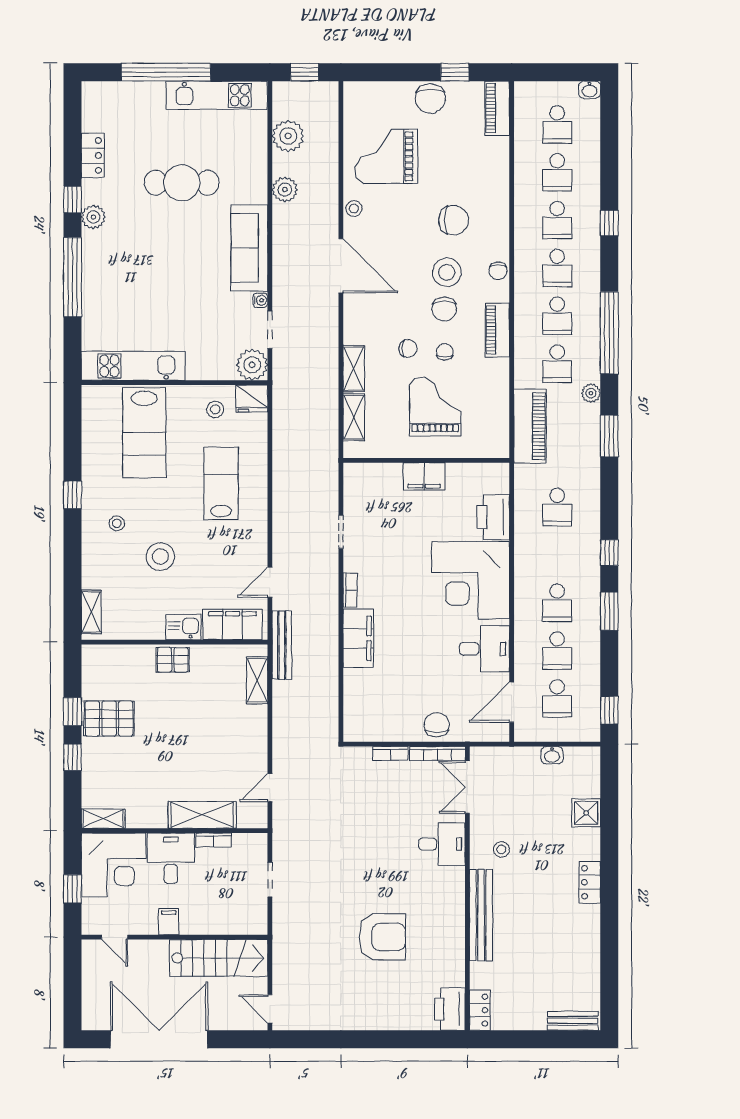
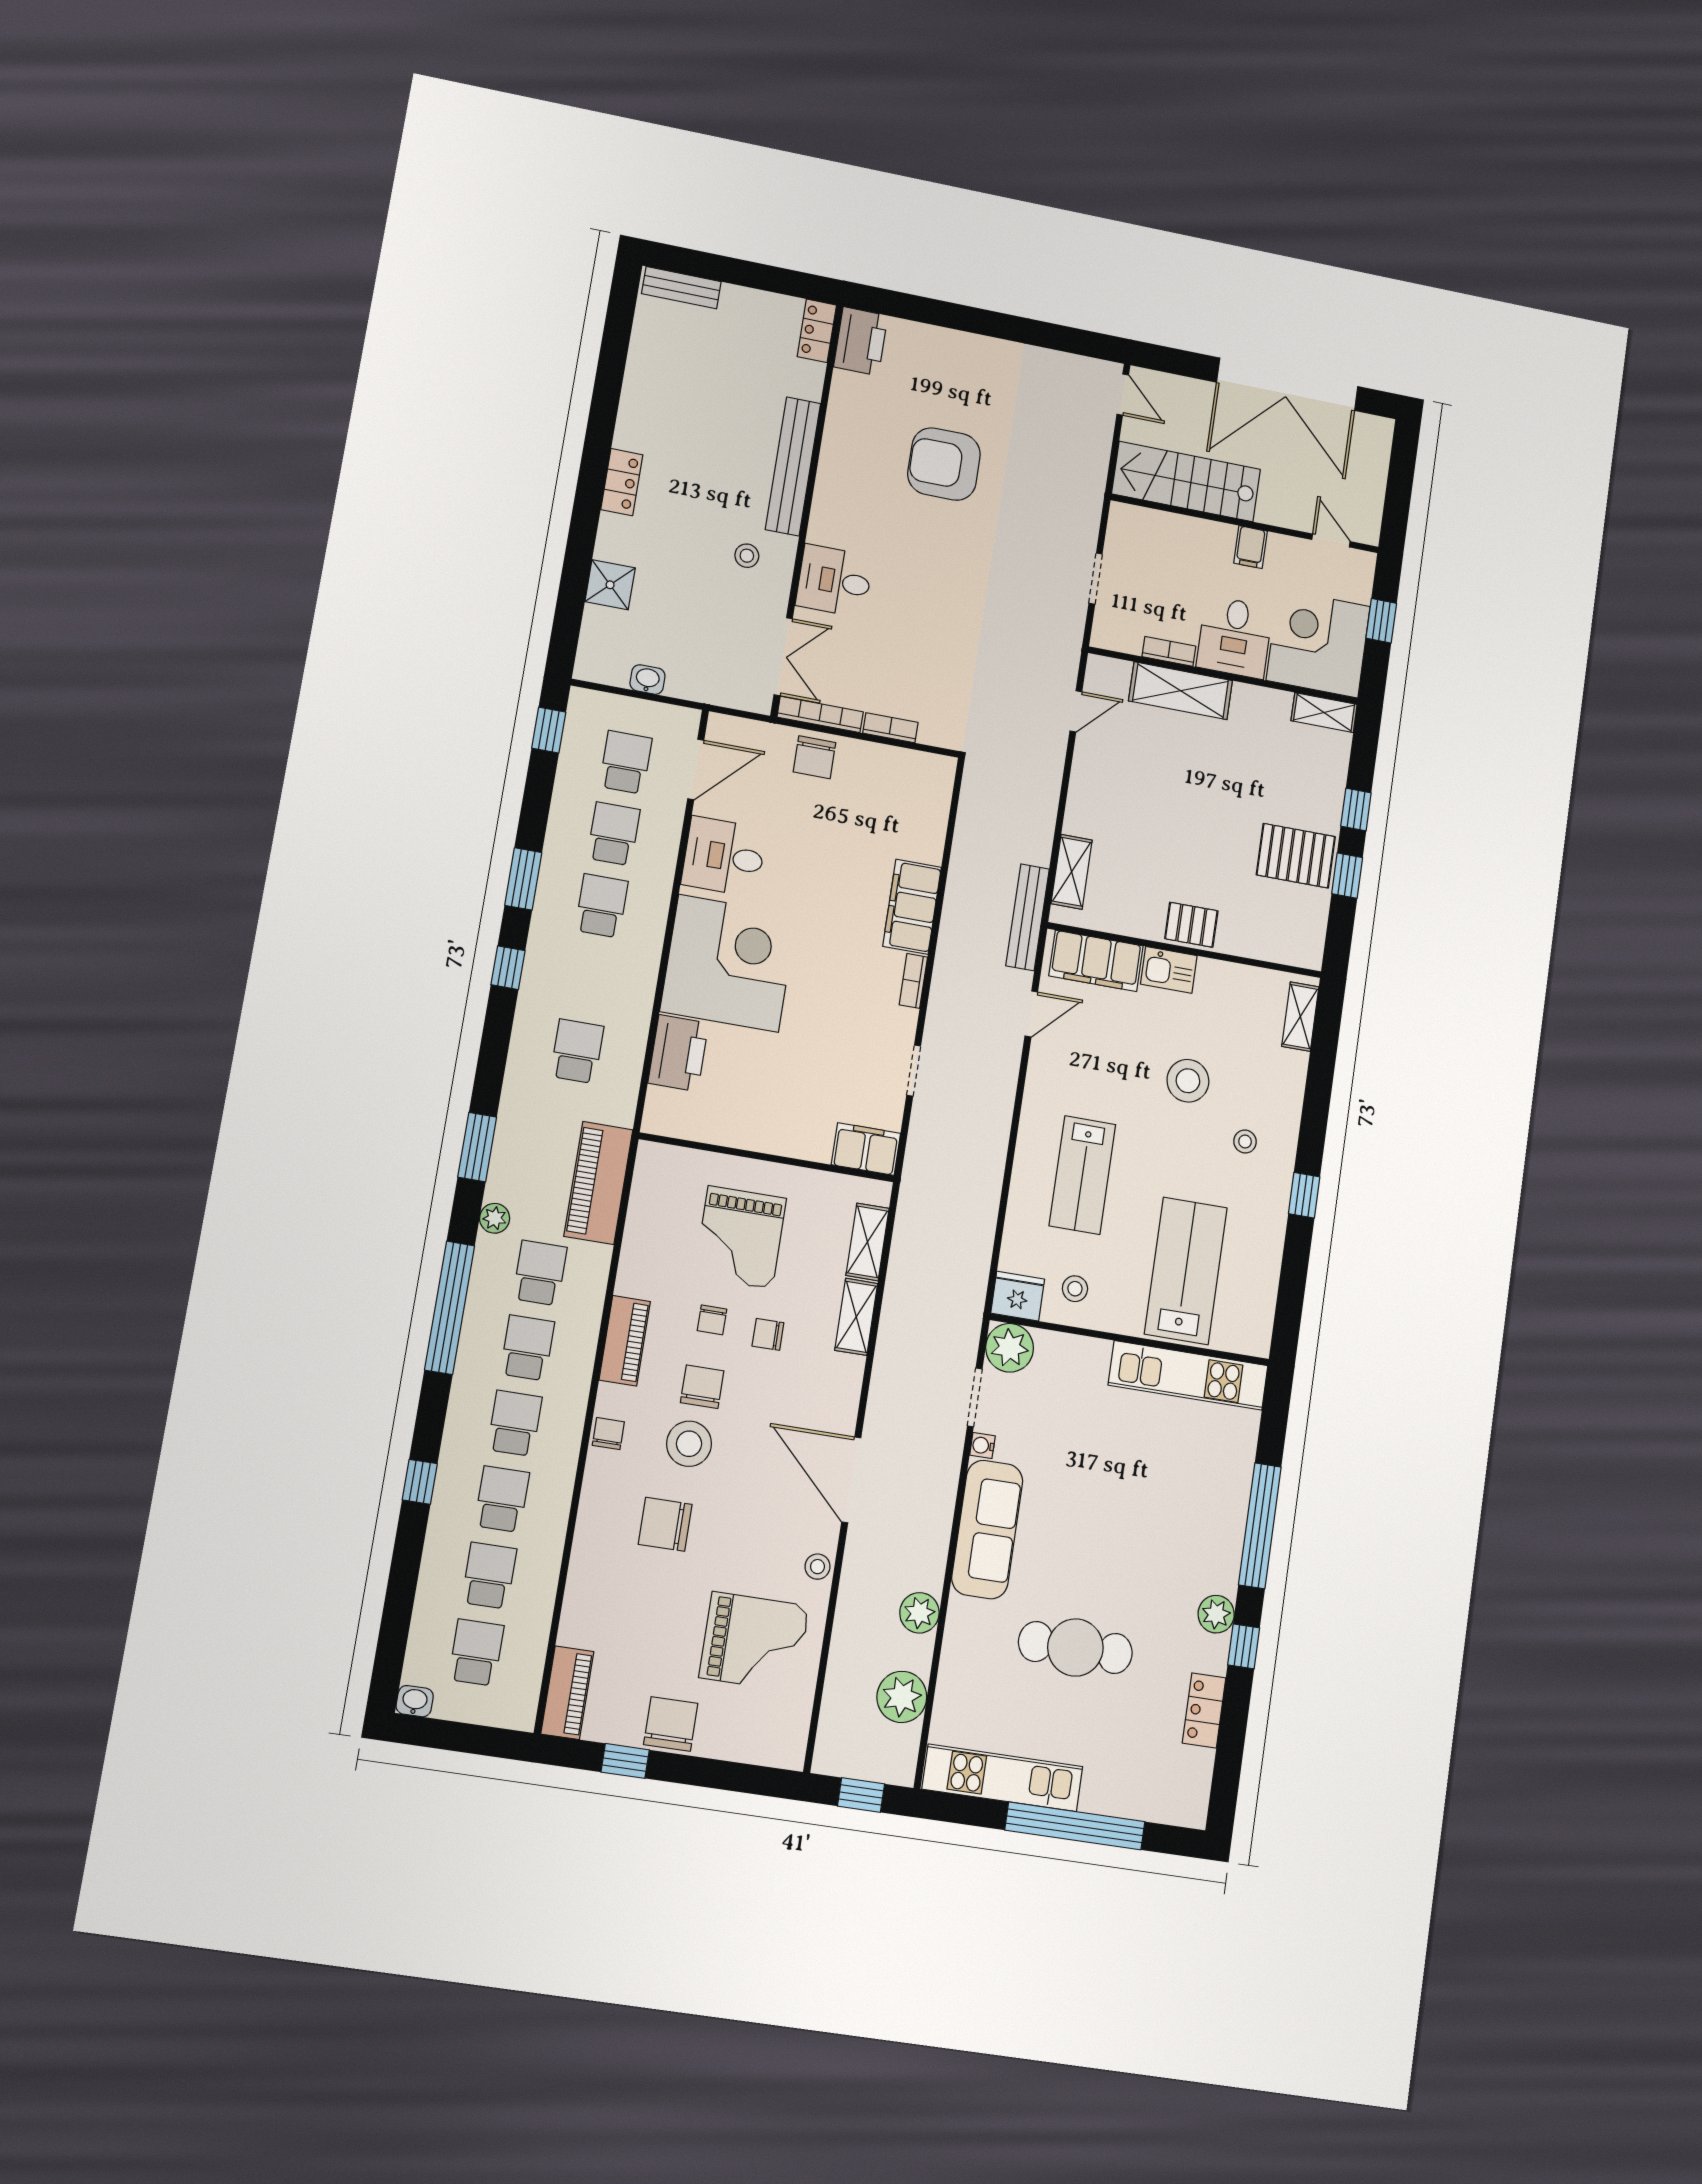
filing cabinet: (424, 476) -> (866, 1149), moved

